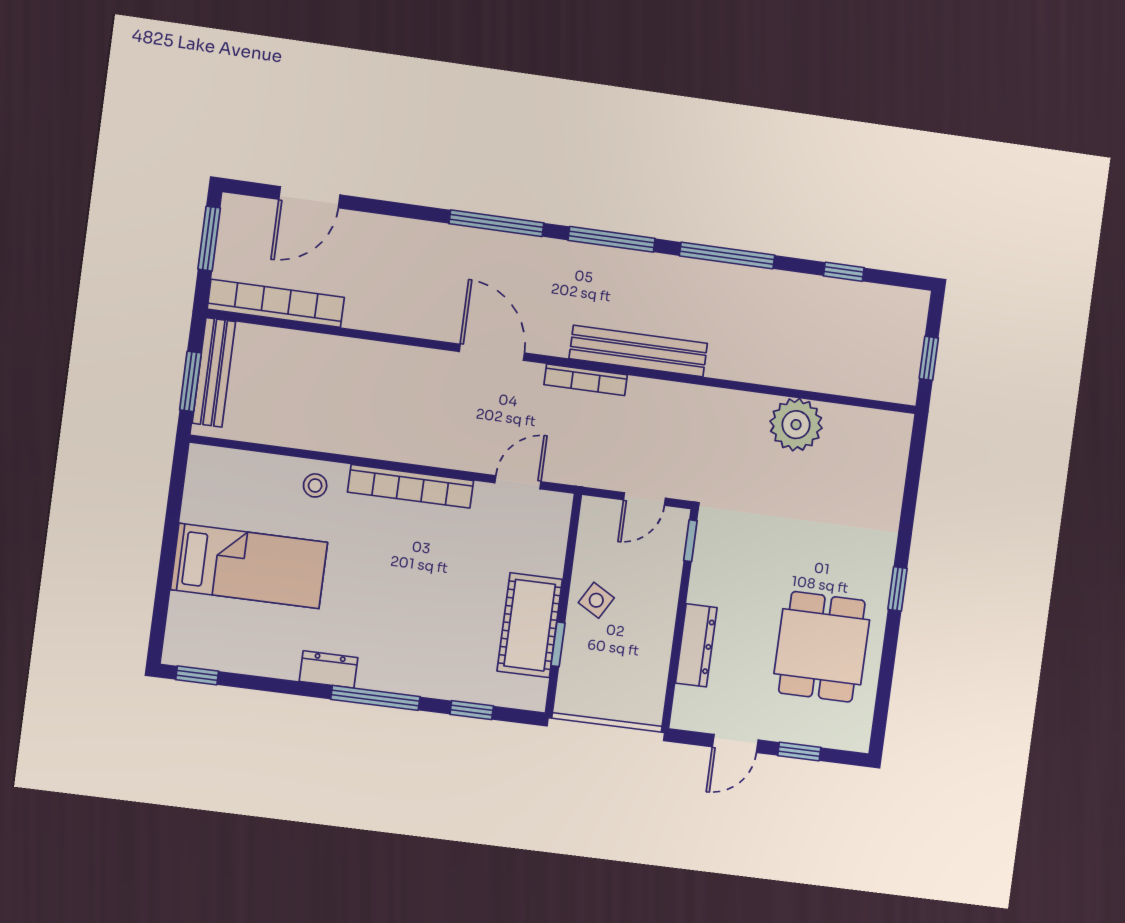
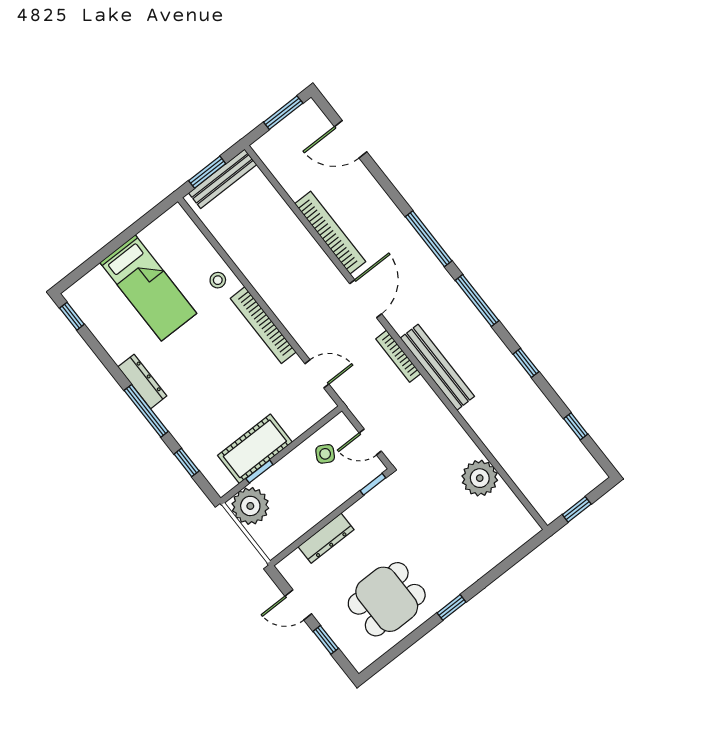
window: (727, 255) -> (526, 363), width x0.46
bookcase: (276, 303) -> (330, 233), moved
side table: (596, 600) -> (325, 454), moved
dresser: (329, 669) -> (142, 381), width x1.44
plant: (584, 690) -> (250, 506), added

